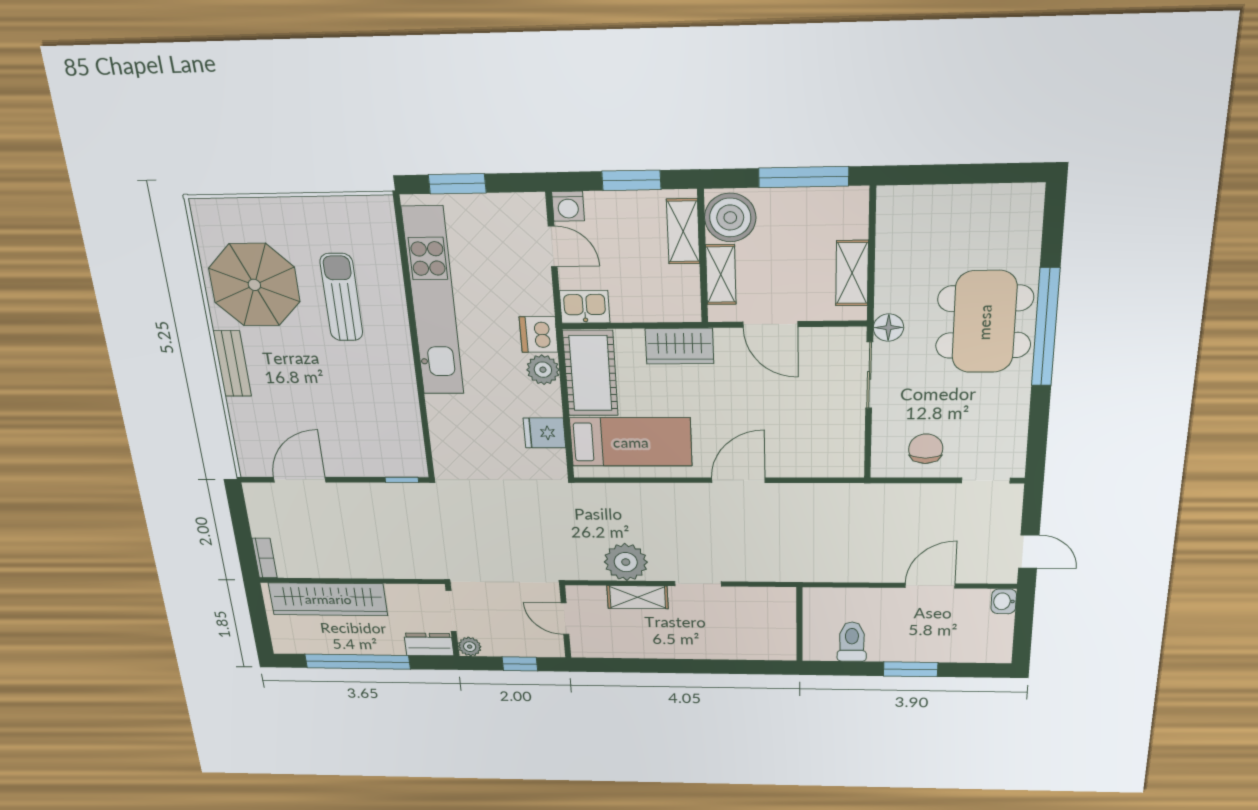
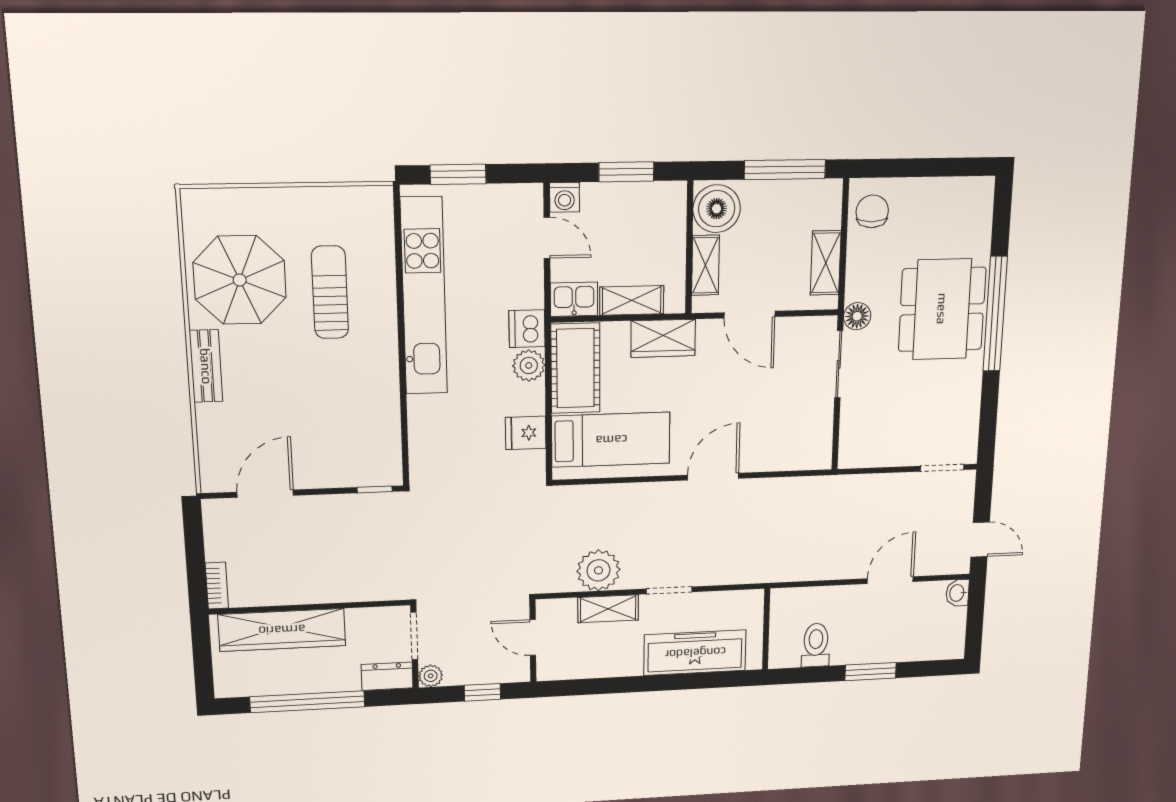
shelving: (683, 231) -> (632, 300), moved, turned 90
chair: (926, 449) -> (872, 211), moved
freezer: (727, 641) -> (695, 653), added

